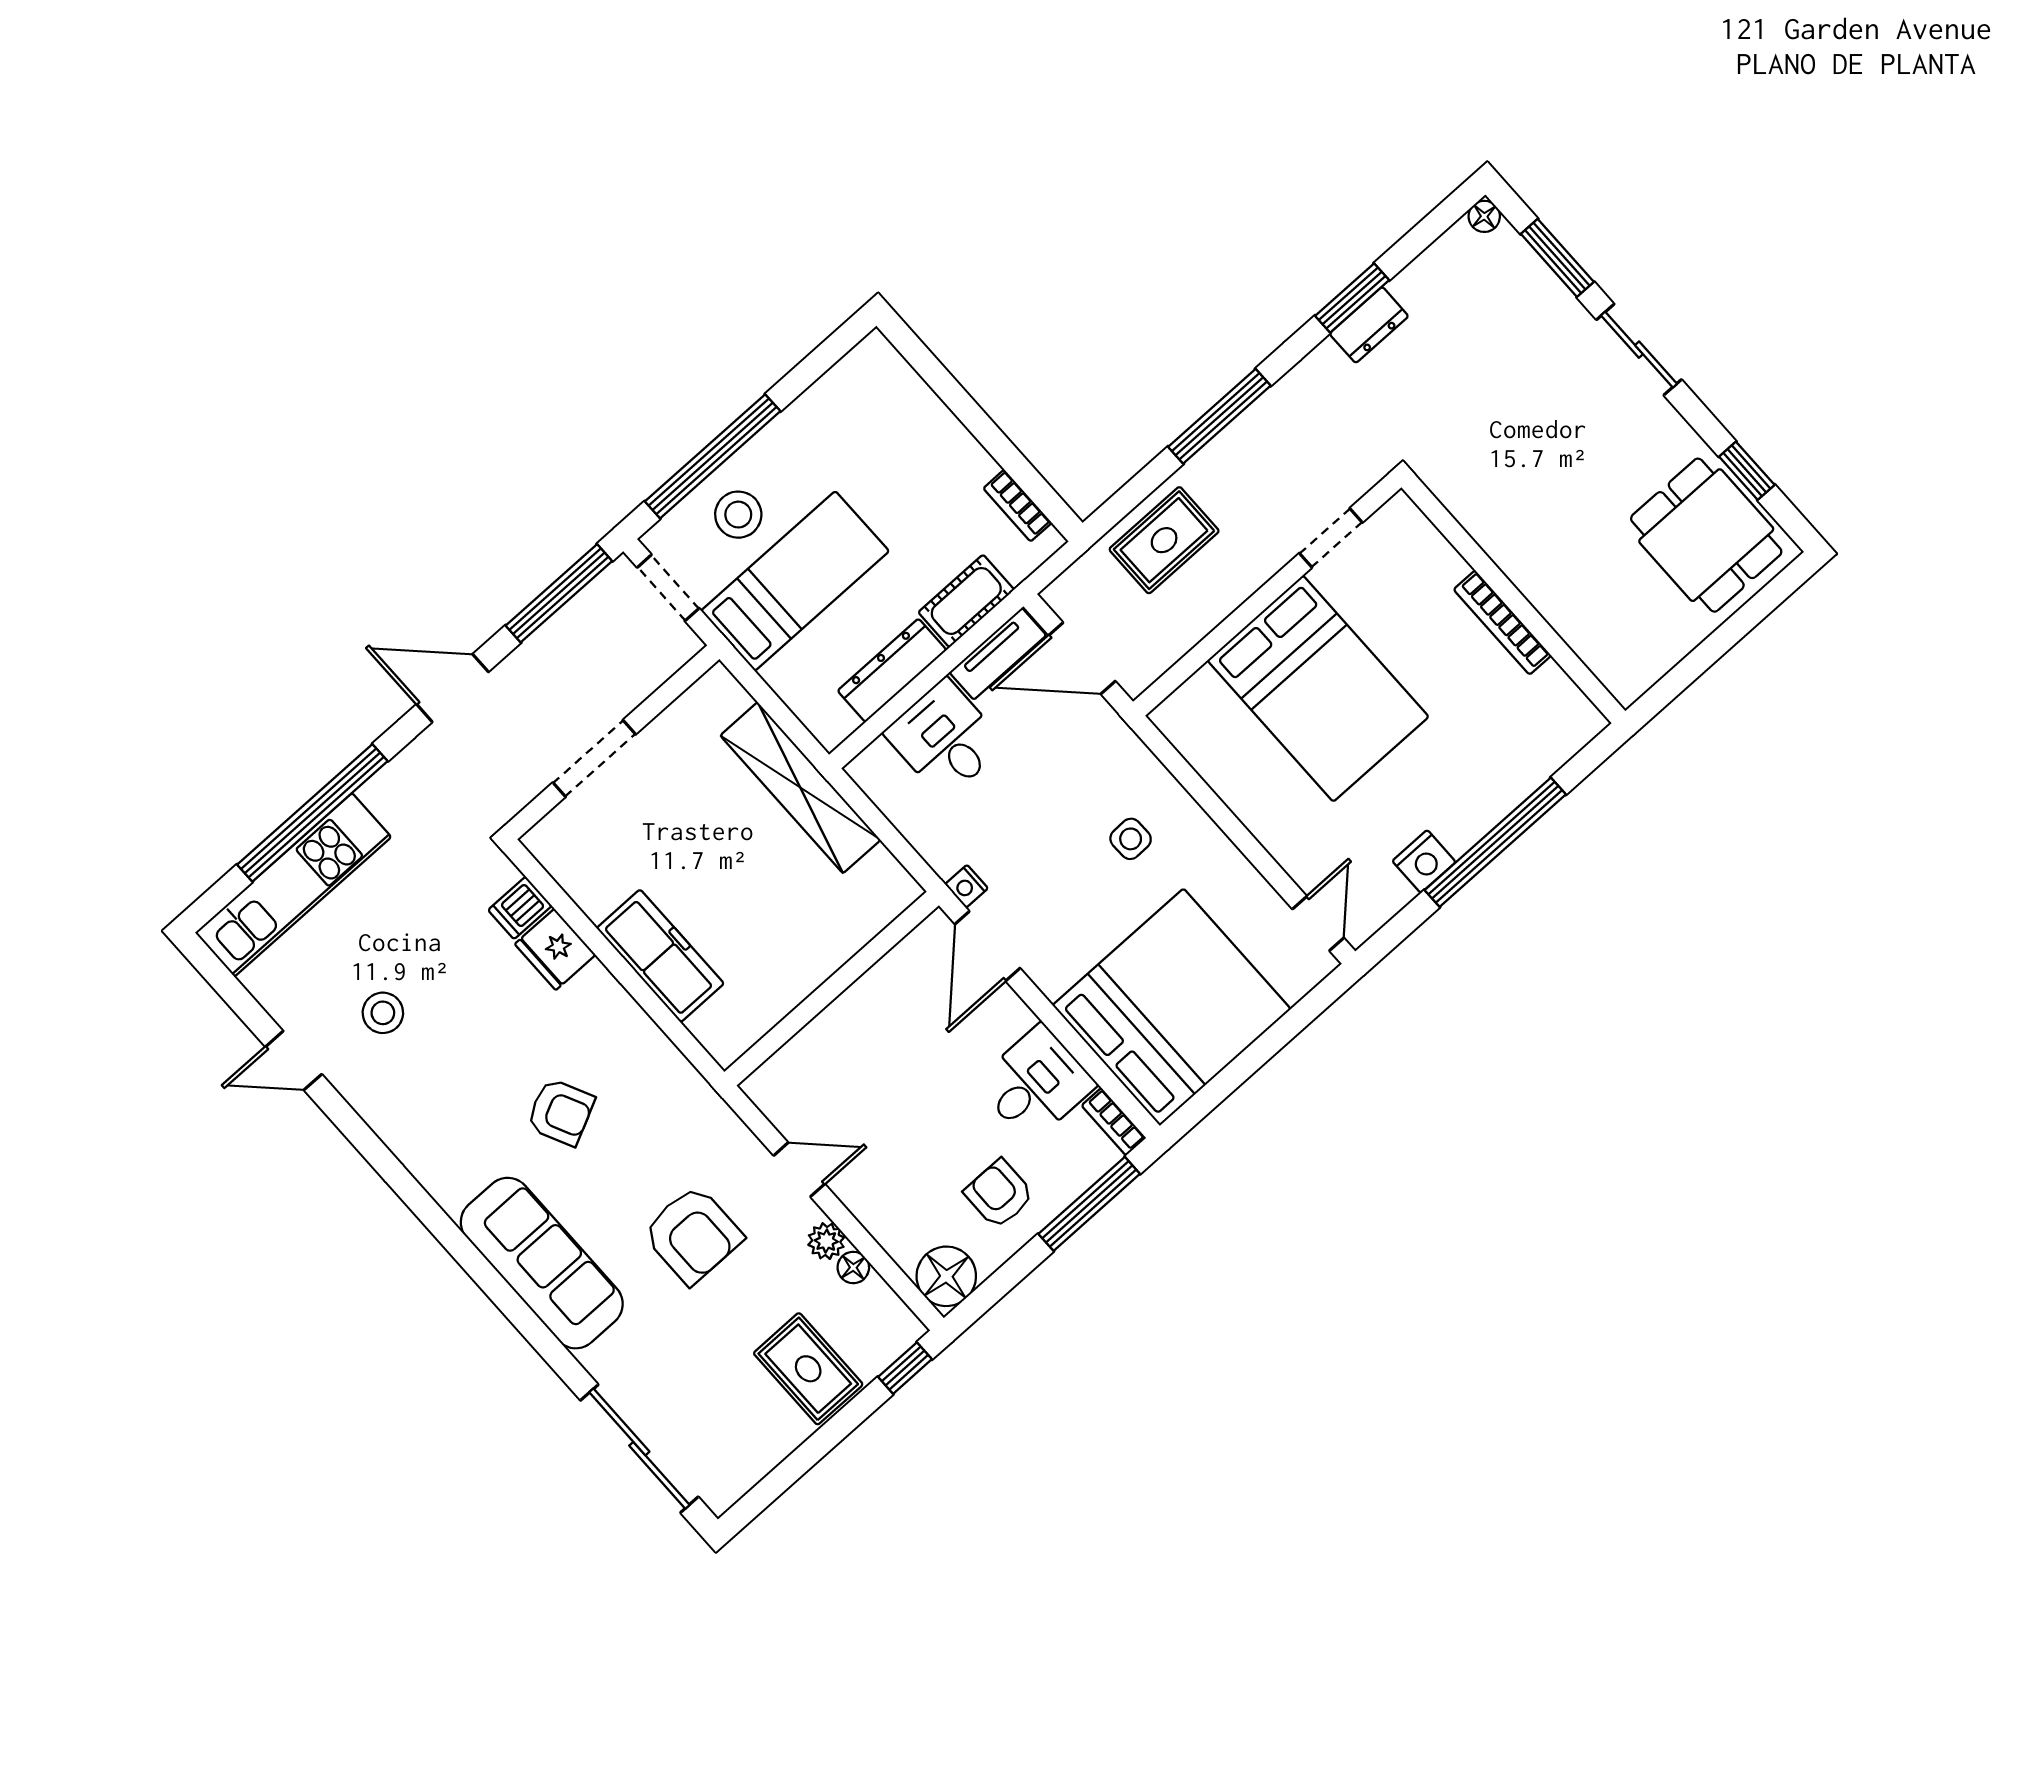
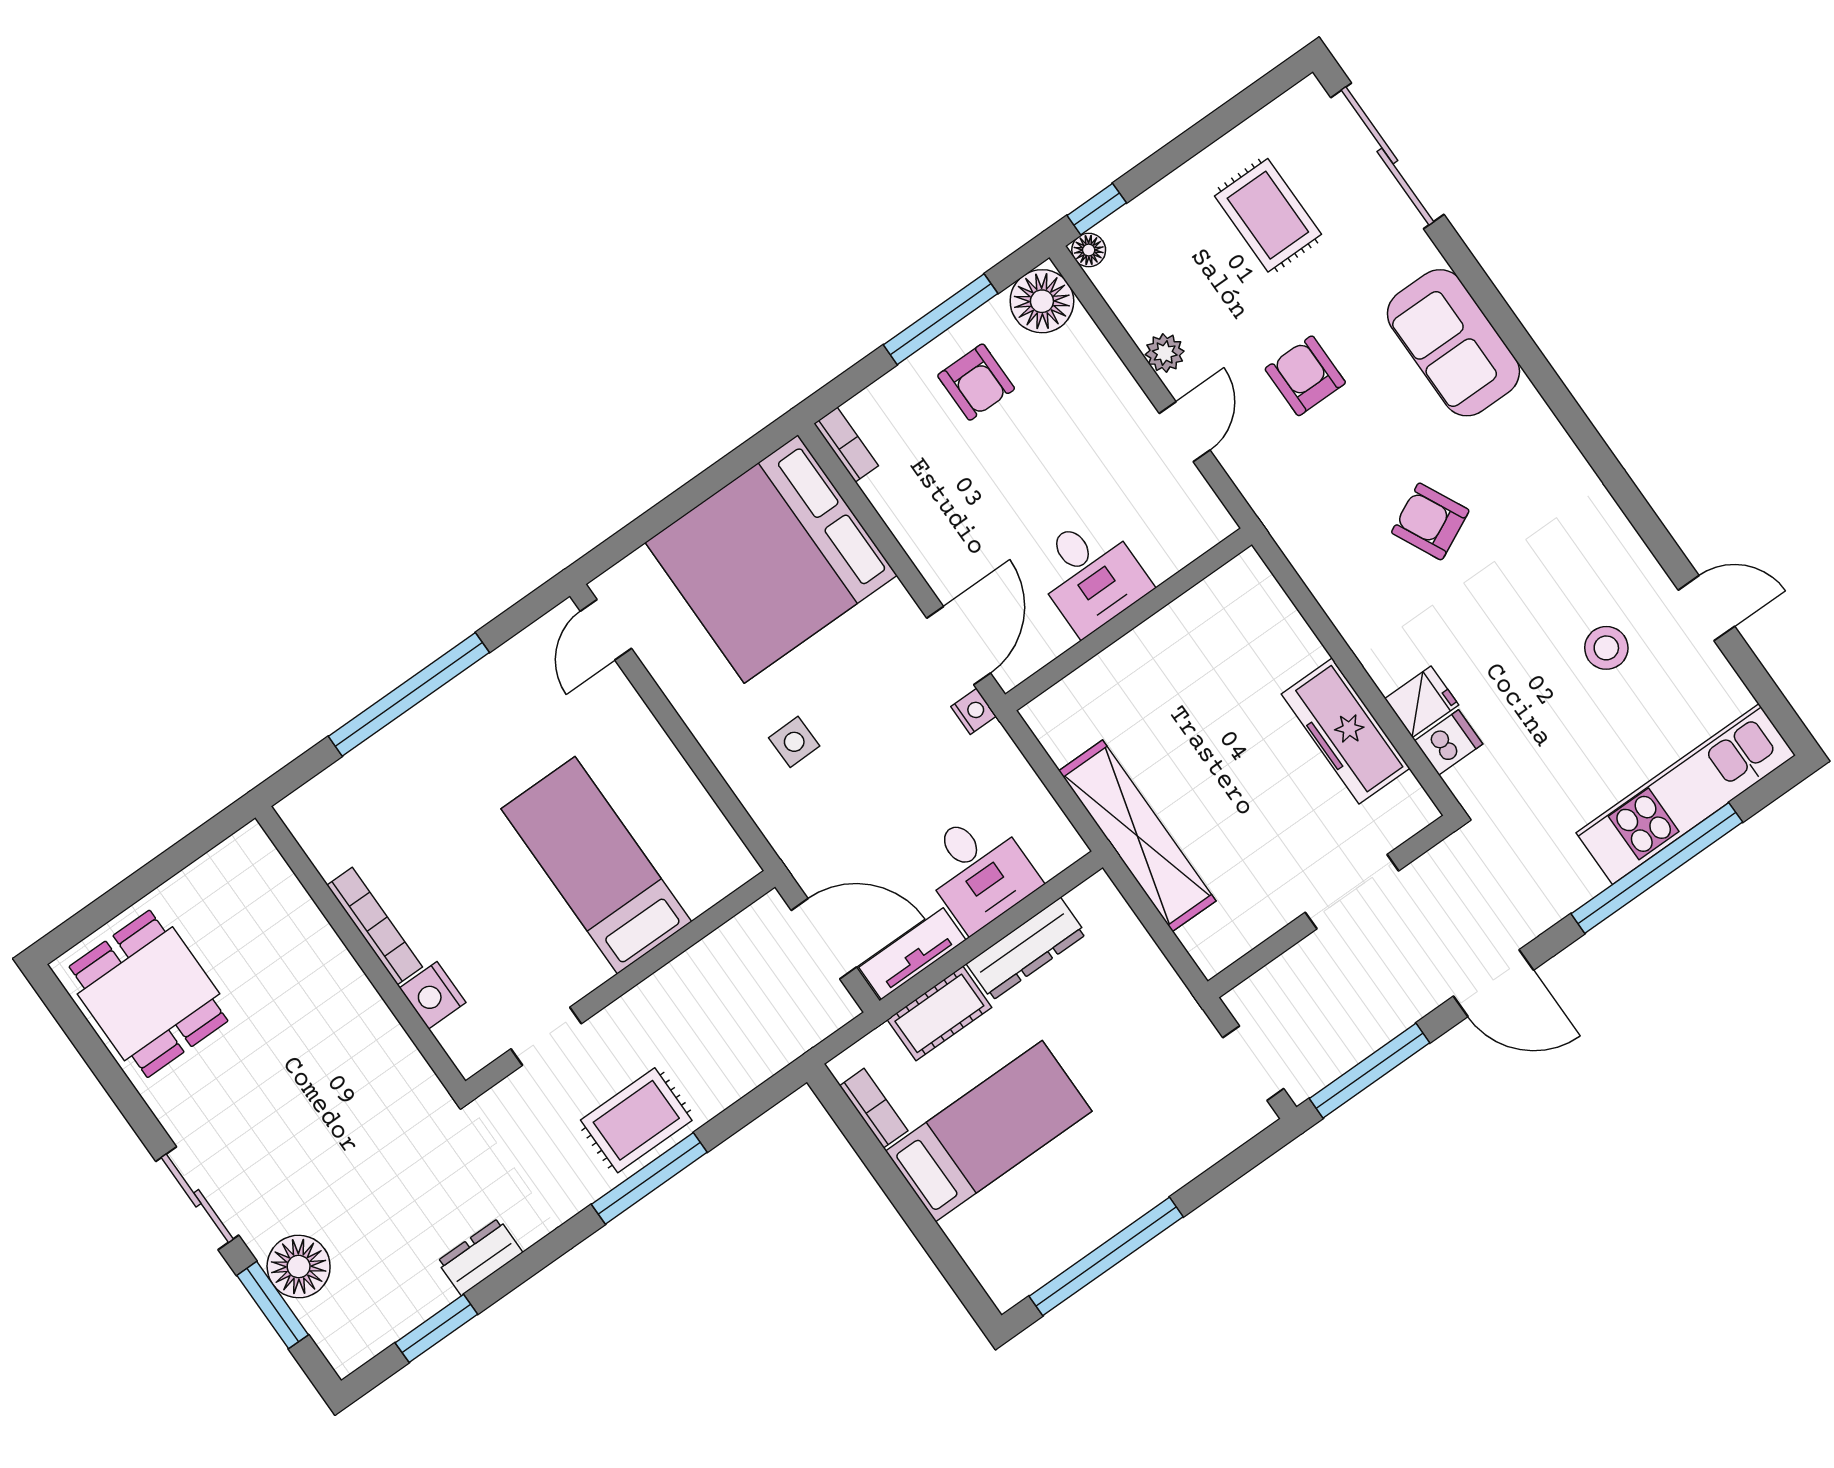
floor lamp: (1484, 216) -> (299, 1267), moved, width x1.89, depth x1.89
window: (1352, 298) -> (436, 1328), moved
window: (713, 456) -> (1106, 1256), moved
window: (1747, 471) -> (98, 1057), removed
stool: (738, 515) -> (1170, 1132), removed
rug: (1164, 540) -> (636, 1120), moved
bed: (795, 581) -> (989, 1131), moved, turned 180
bed: (1318, 689) -> (596, 865), width x0.67
nightstand: (1424, 861) -> (433, 995), moved, turned -90
fridge: (555, 949) -> (1422, 702), width x0.72
freezer: (660, 956) -> (1346, 731), moved
desk: (1036, 1084) -> (1090, 574), moved, turned -90
door: (799, 1170) -> (1185, 432), swing flipped
window: (1089, 1204) -> (941, 319), moved
armchair: (693, 1235) -> (1305, 376), width x0.72, depth x0.72
sofa: (542, 1263) -> (1453, 343), width x0.73
floor lamp: (853, 1267) -> (1089, 250), moved
rug: (808, 1369) -> (1268, 215), moved

